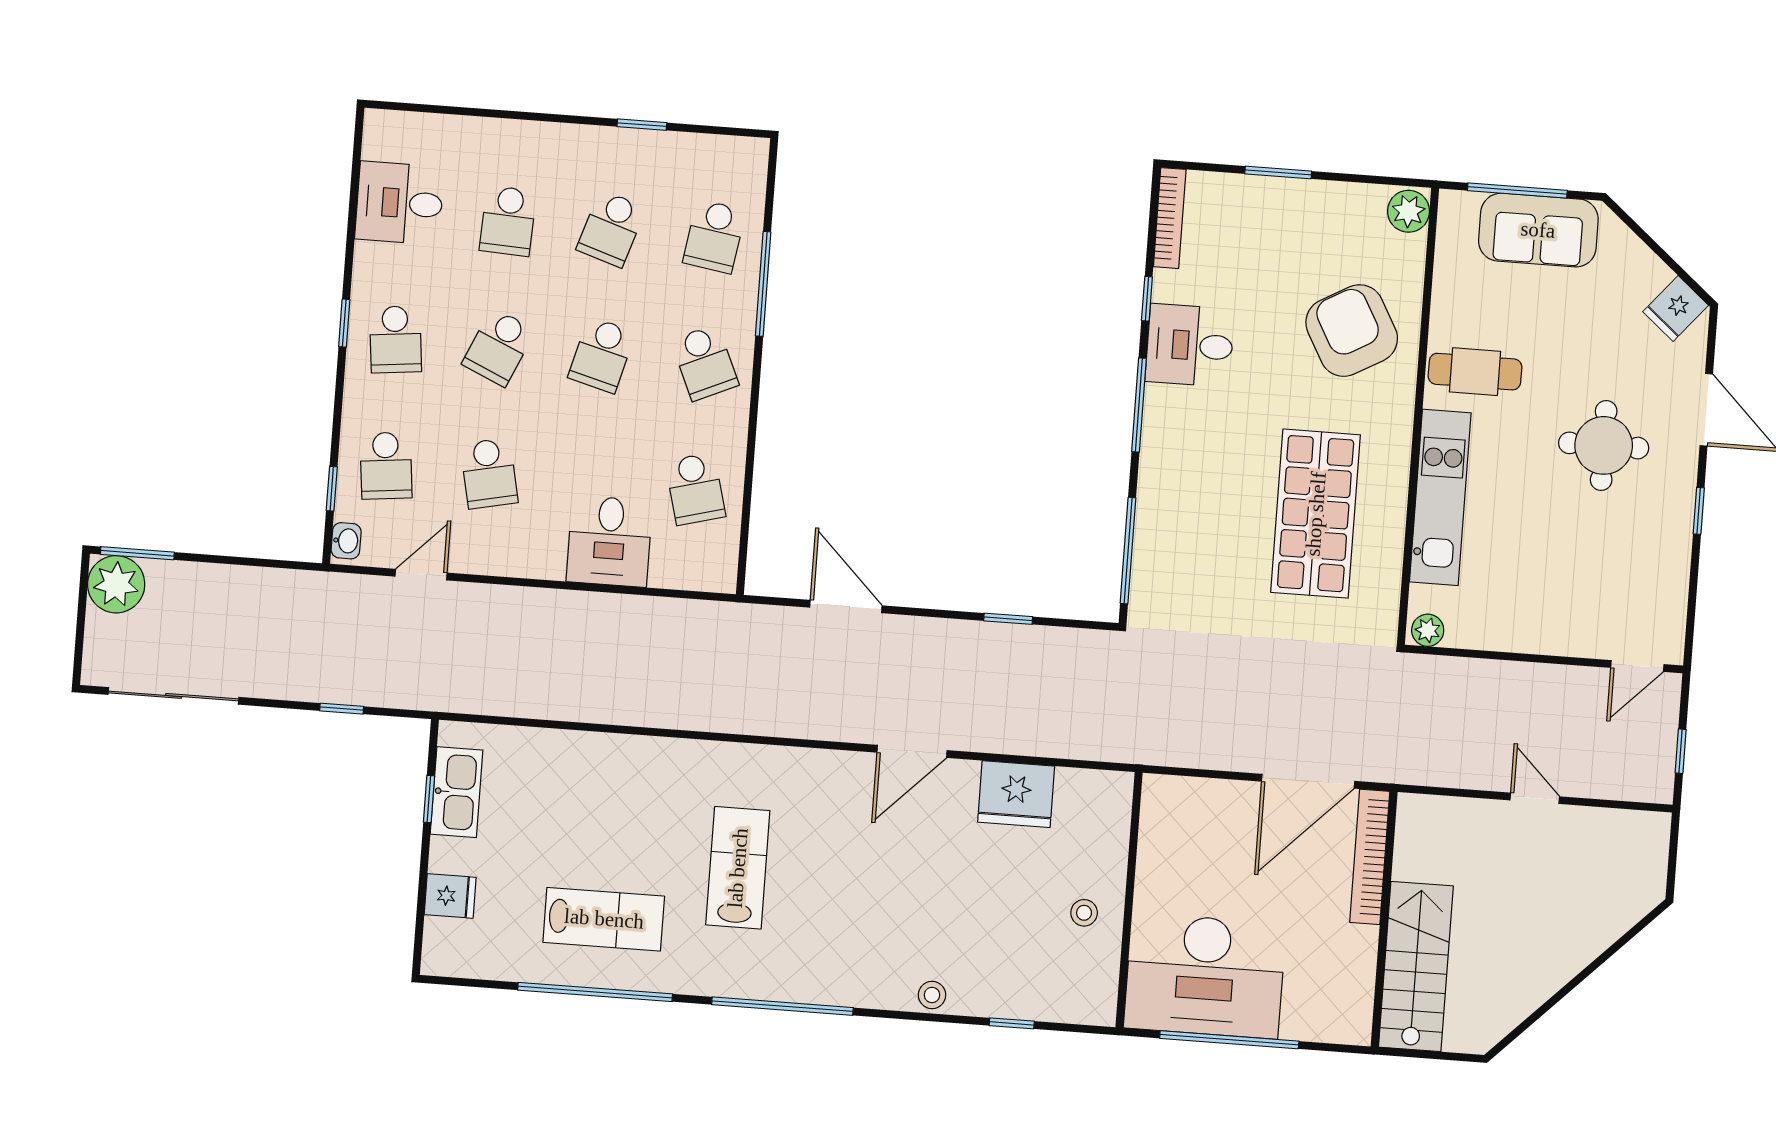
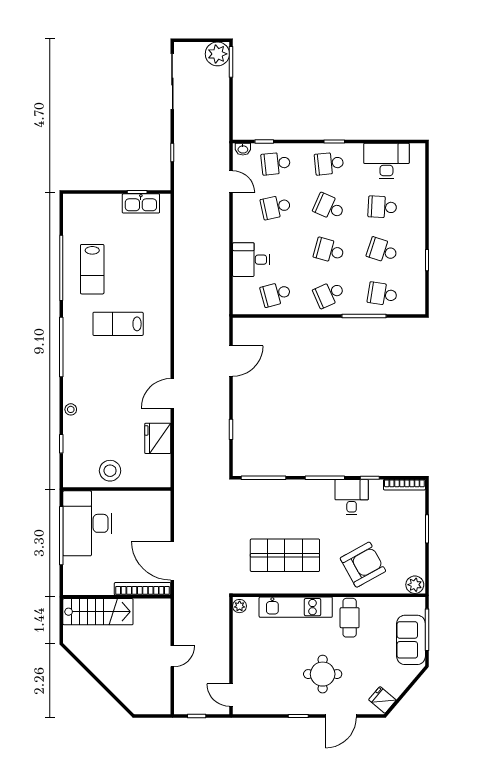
desk: (400, 203) -> (386, 161), width x1.37
door: (912, 751) -> (172, 393), hinge flipped
lab bench: (738, 868) -> (118, 324), turned 180
fridge: (450, 896) -> (97, 204), removed
stool: (1084, 913) -> (110, 471), width x1.89, depth x1.89

